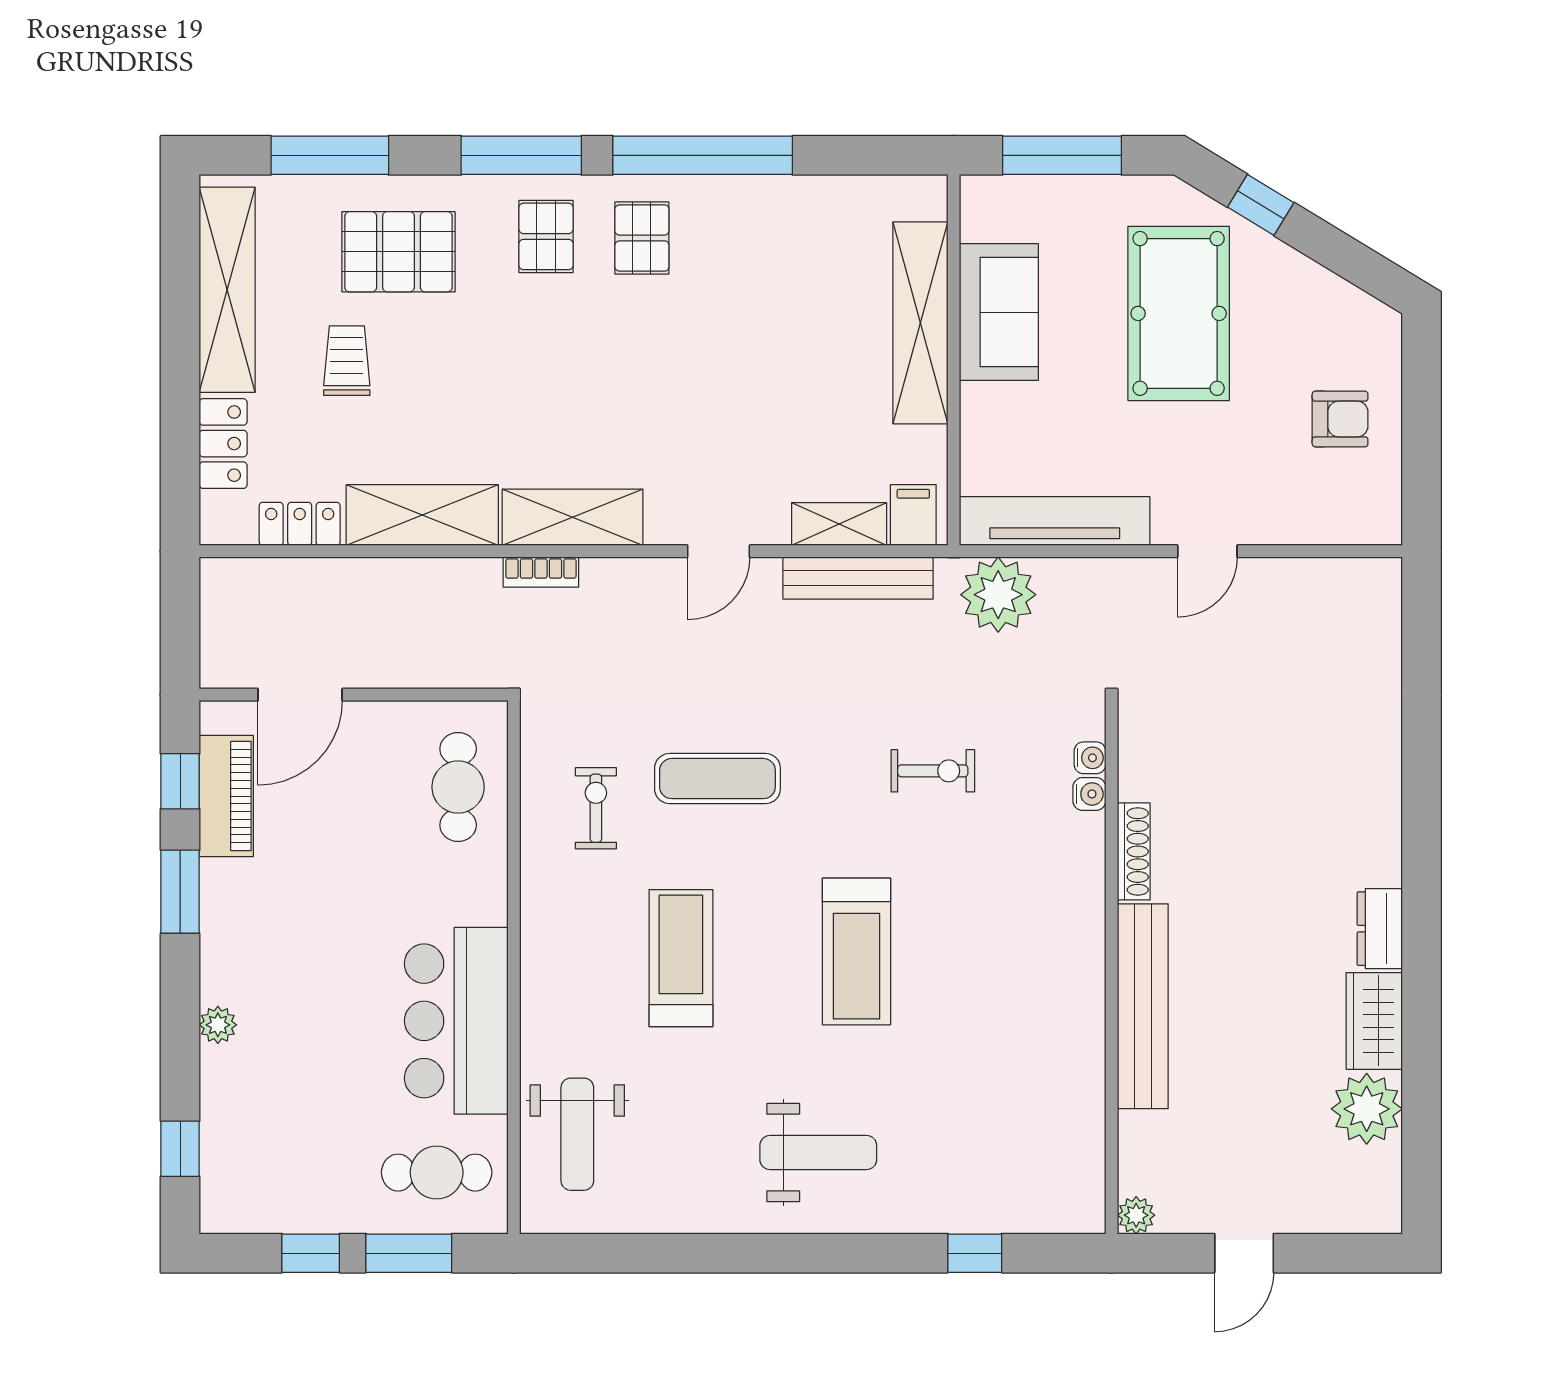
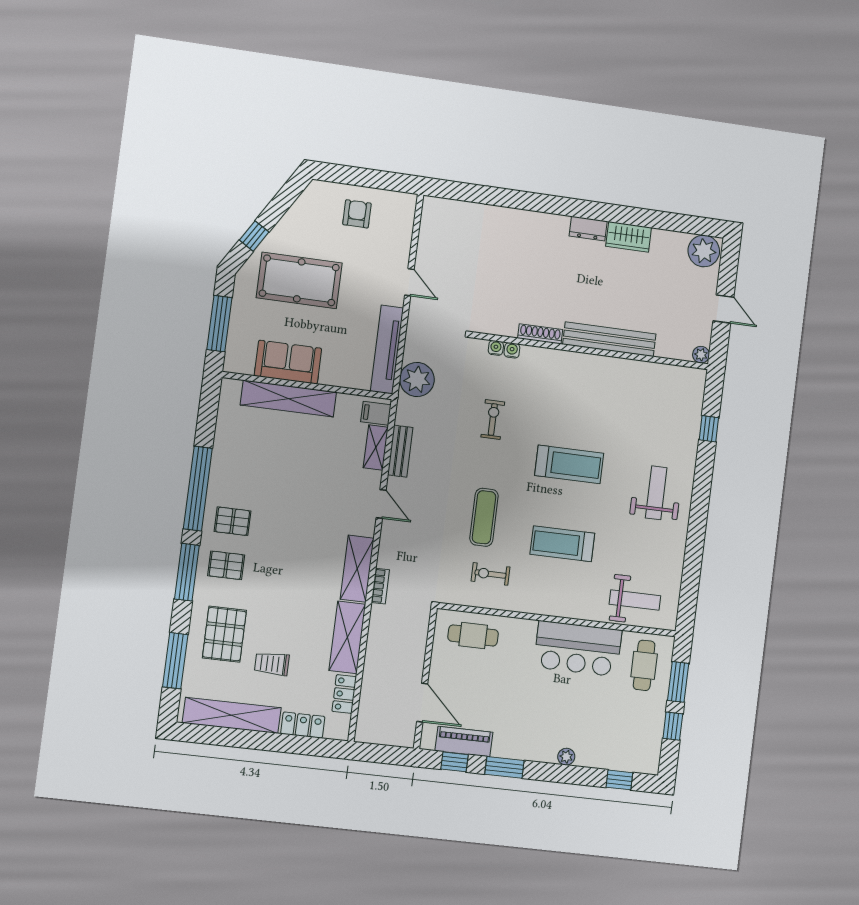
bench: (858, 578) -> (400, 451), width x0.73
plant: (1367, 1109) -> (704, 251), moved

